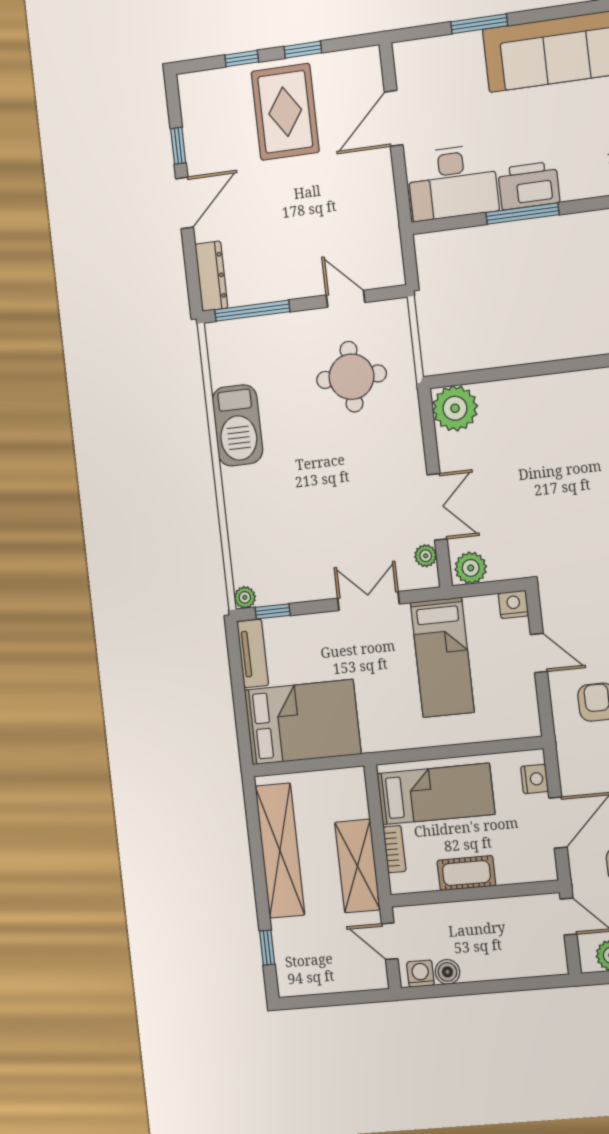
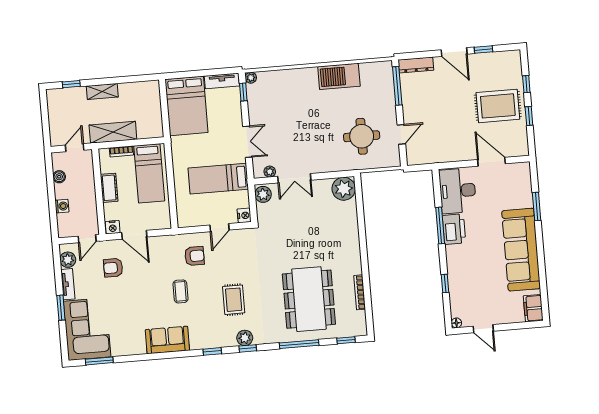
nightstand: (535, 779) -> (113, 227), moved
shelving: (280, 851) -> (102, 91), width x0.45, depth x0.75
washing machine: (420, 974) -> (62, 206), moved

